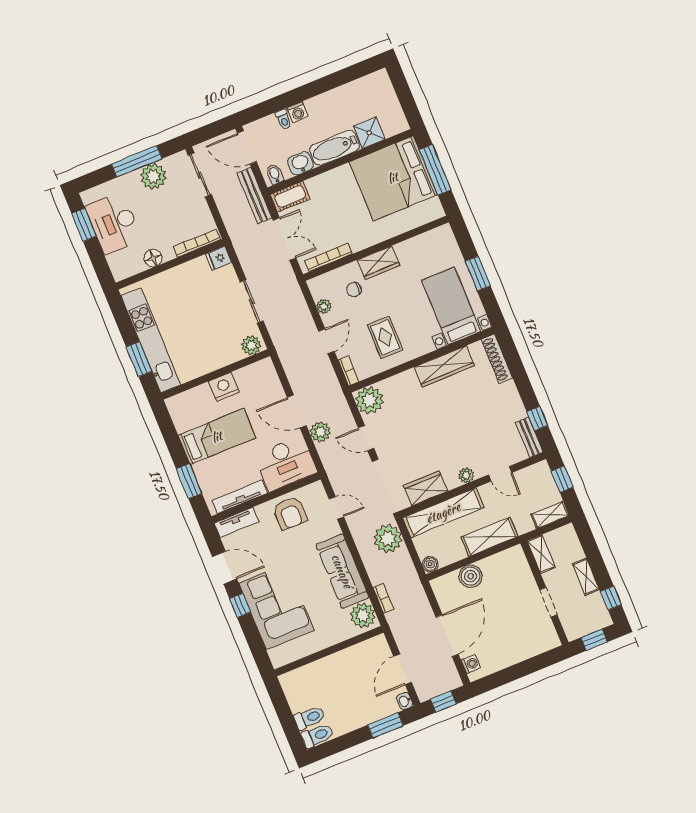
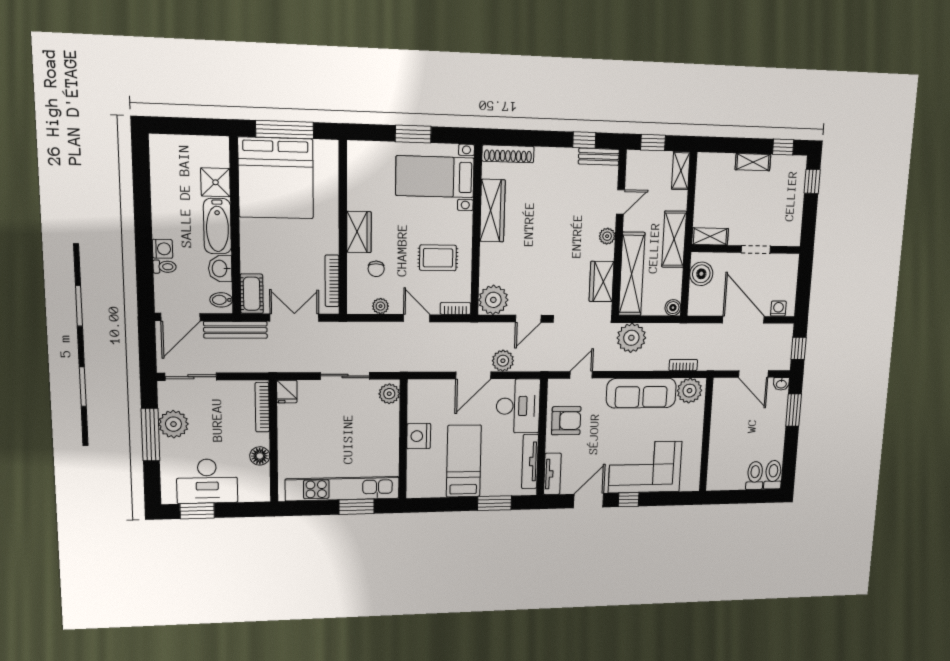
shelving: (541, 554) -> (710, 236), moved
wall: (544, 593) -> (746, 249), moved
doorway: (548, 602) -> (756, 249), moved

